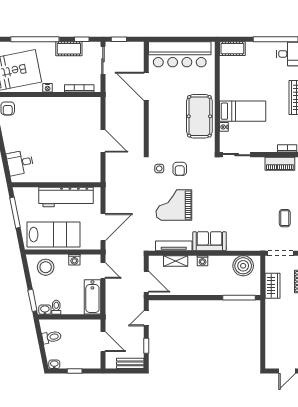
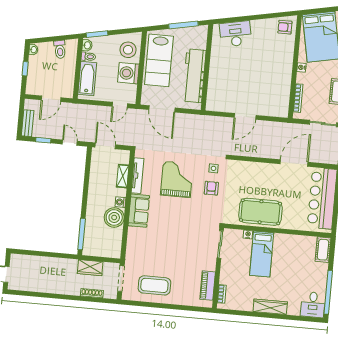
desk: (20, 163) -> (236, 34), width x1.37
armchair: (180, 169) -> (211, 188), turned 90
coffee table: (285, 218) -> (154, 285), width x1.86, depth x1.72
washing machine: (74, 260) -> (128, 73), width x1.89, depth x1.89
boiler: (243, 266) -> (114, 217), moved
door: (146, 282) -> (105, 146), swing flipped
bathtub: (92, 297) -> (87, 79), moved, turned 90

